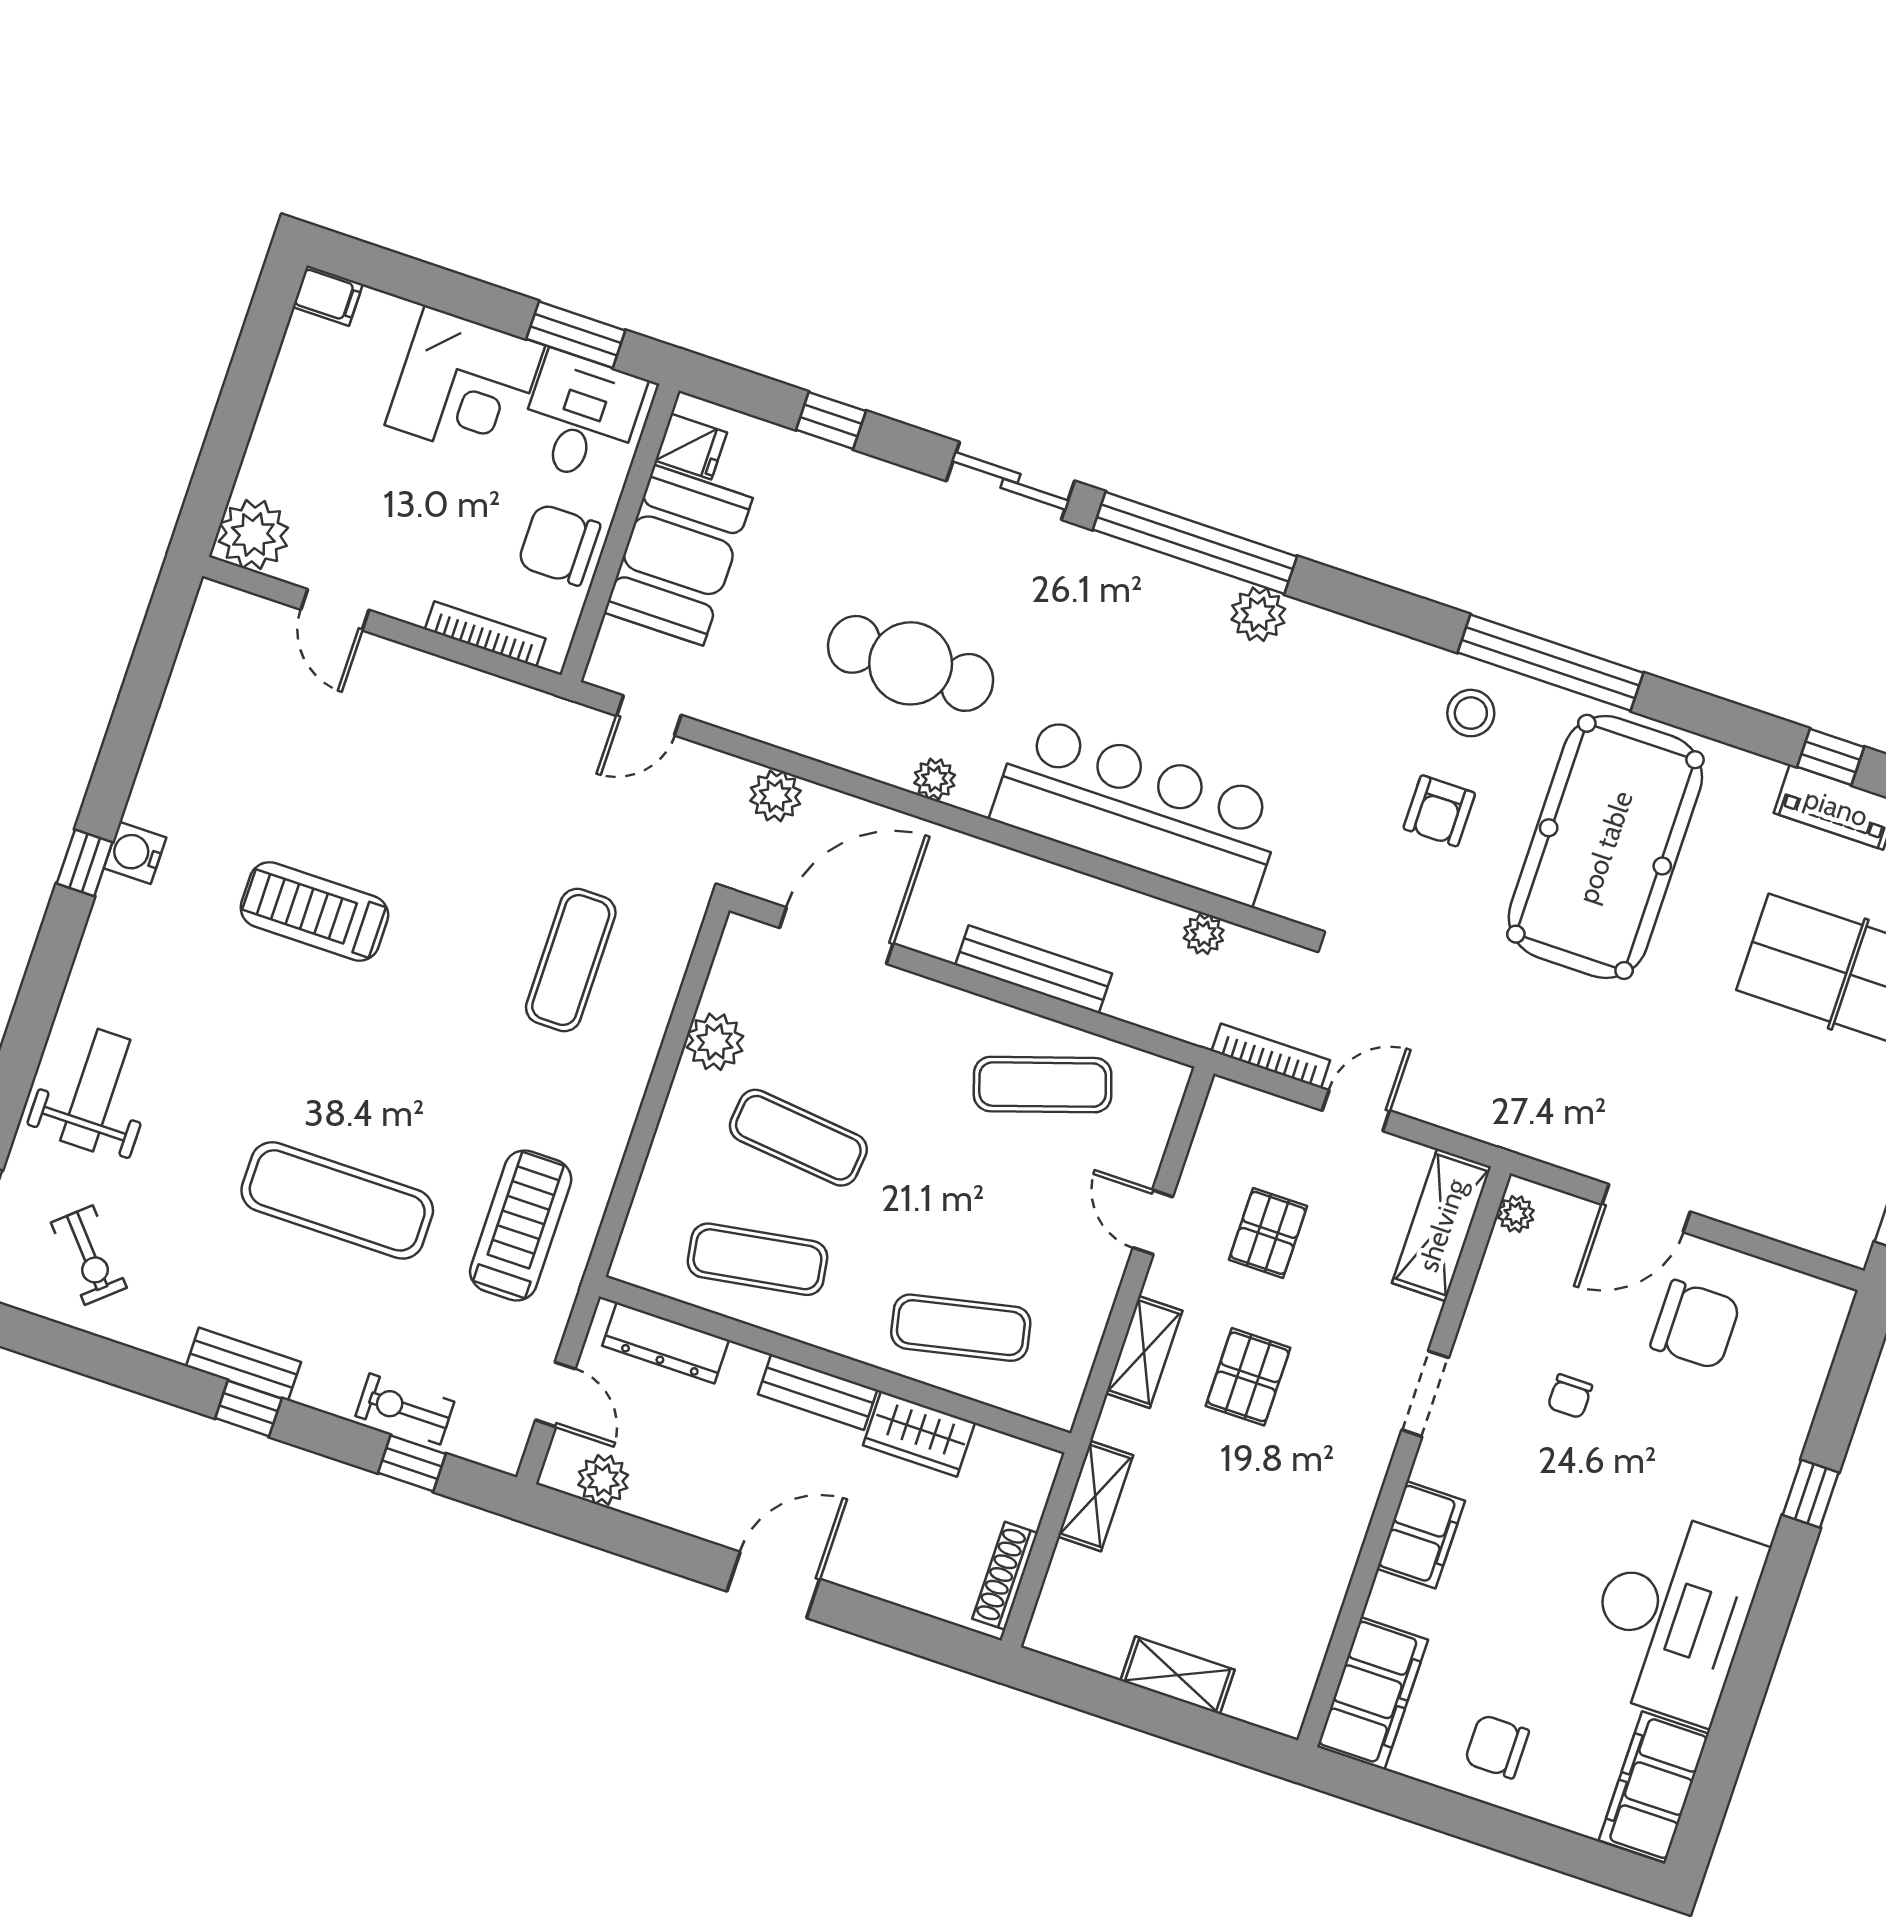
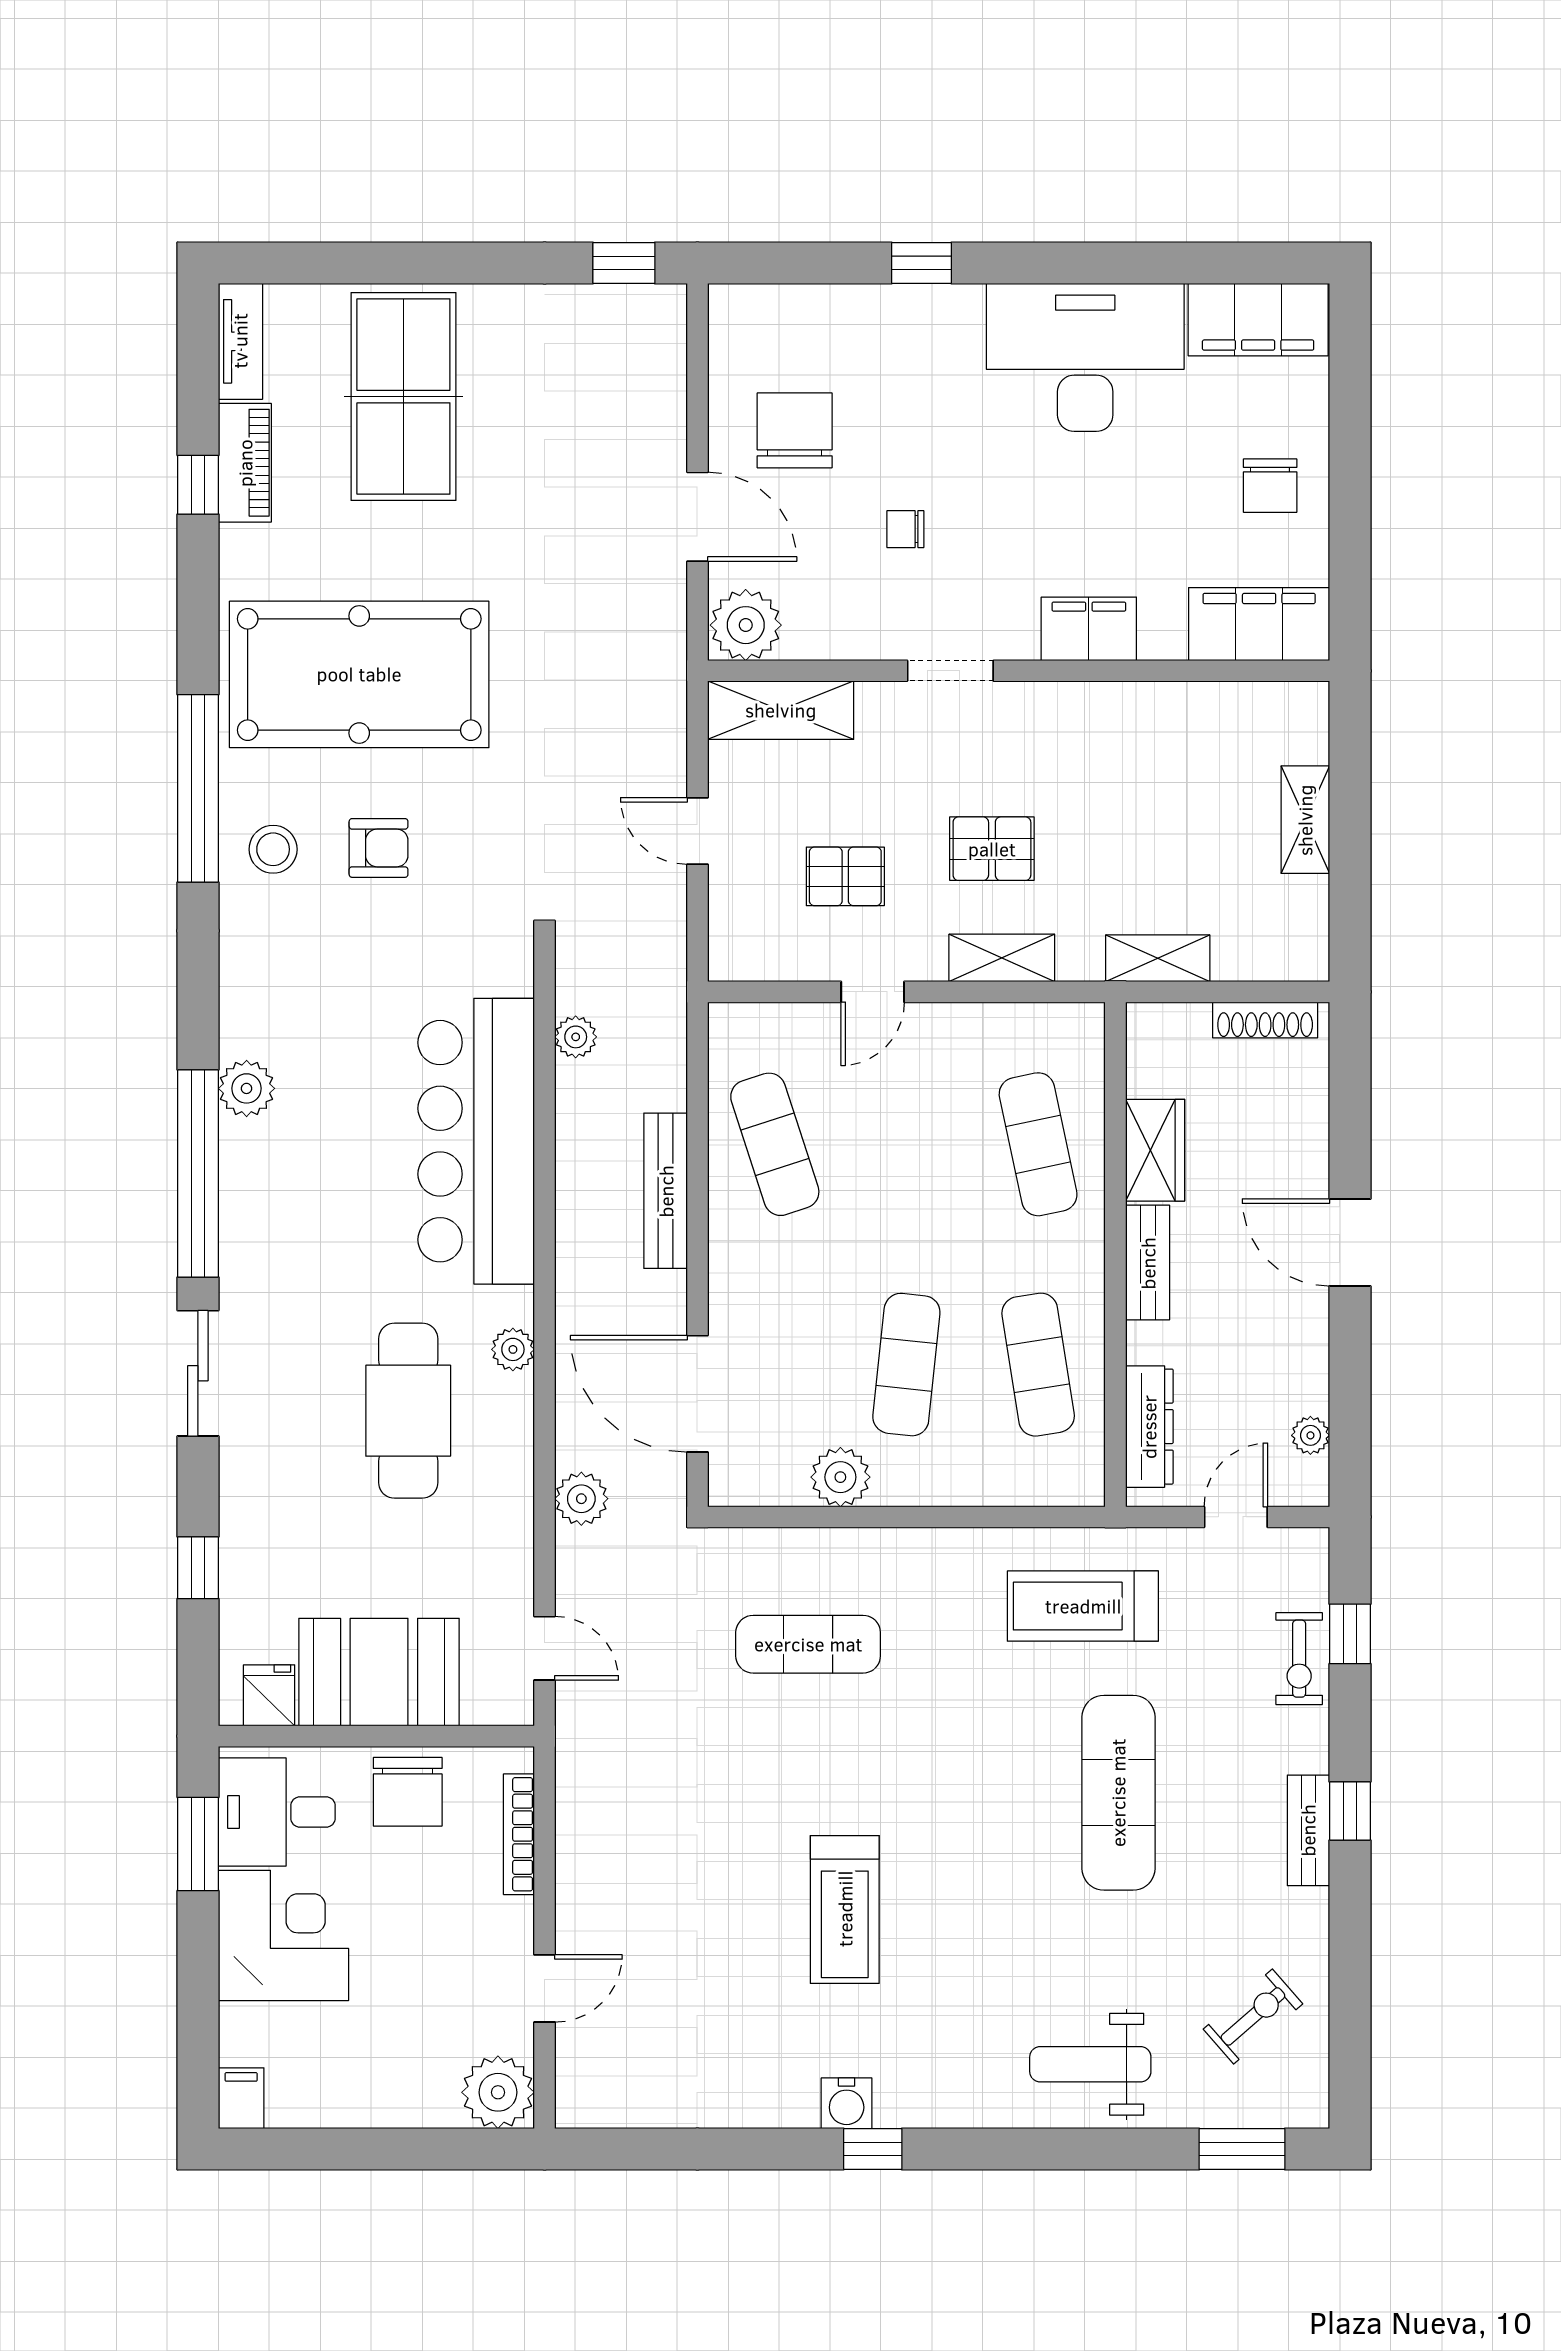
bookcase: (1271, 1056) -> (672, 932), removed
plant: (1516, 1214) -> (746, 625), width x1.87, depth x1.87
chair: (1570, 1396) -> (905, 529), turned 180
plant: (603, 1480) -> (1310, 1435), width x0.73, depth x0.73

